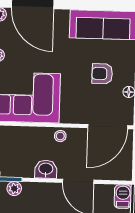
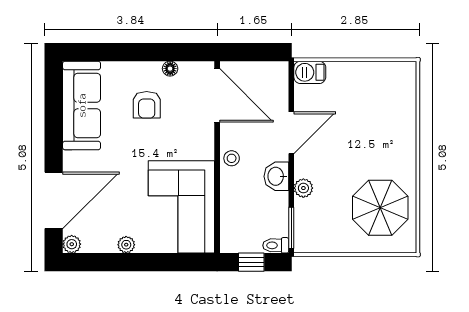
plant: (14, 189) -> (303, 188), moved

